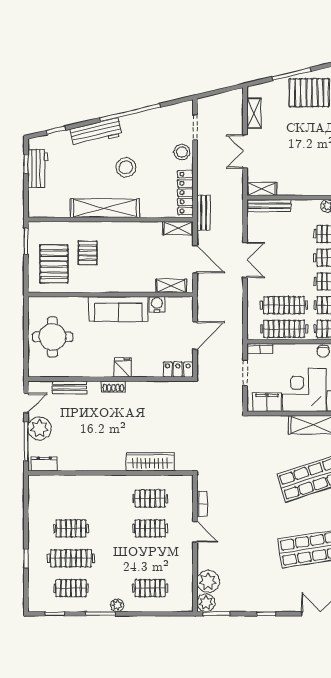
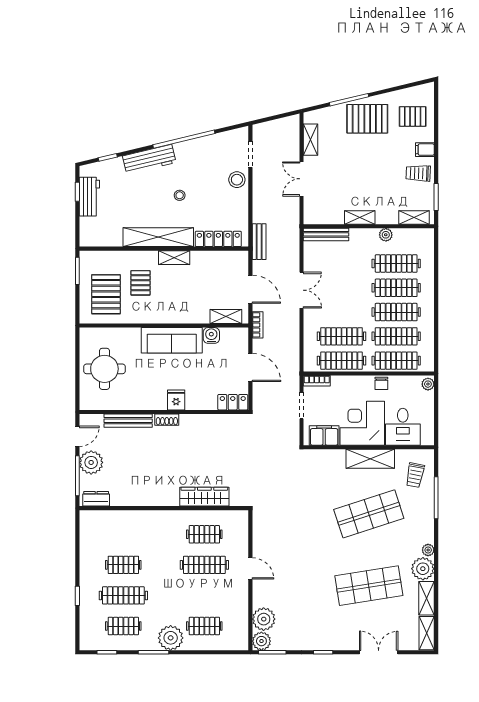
stool: (126, 167) -> (180, 195), width x0.53, depth x0.53
shelving: (262, 189) -> (360, 218), moved
locker: (185, 193) -> (218, 239), moved, turned 90
shelving: (178, 228) -> (174, 258), moved
door: (195, 336) -> (250, 367), hinge flipped
bench: (69, 388) -> (128, 421), width x1.36
bookcase: (202, 504) -> (258, 325), moved
clothes rail: (150, 528) -> (204, 565), width x1.36
plant: (117, 605) -> (171, 638), width x1.88, depth x1.88

